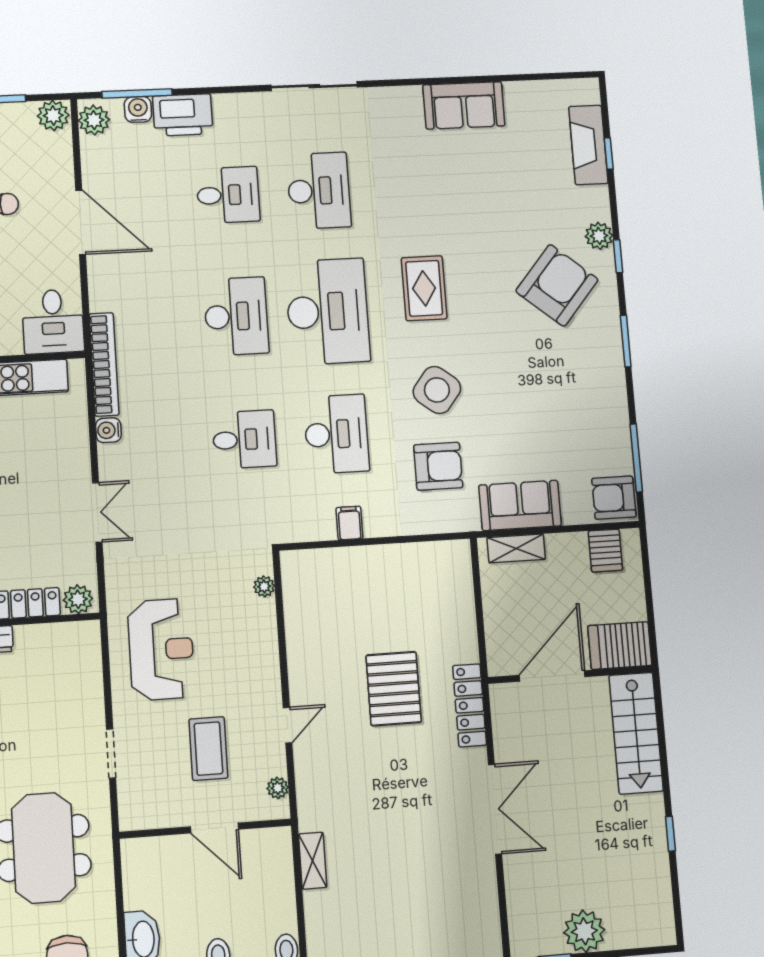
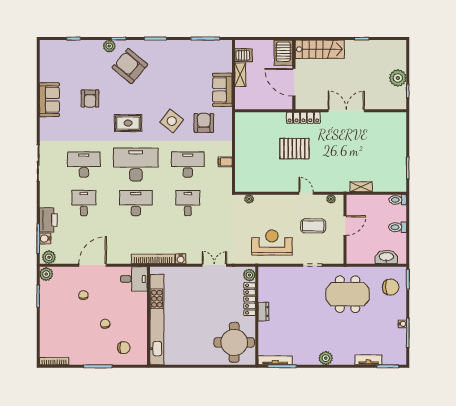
fireplace: (588, 145) -> (69, 47), removed
armchair: (614, 498) -> (90, 98), moved
shelving: (516, 548) -> (240, 75), moved

